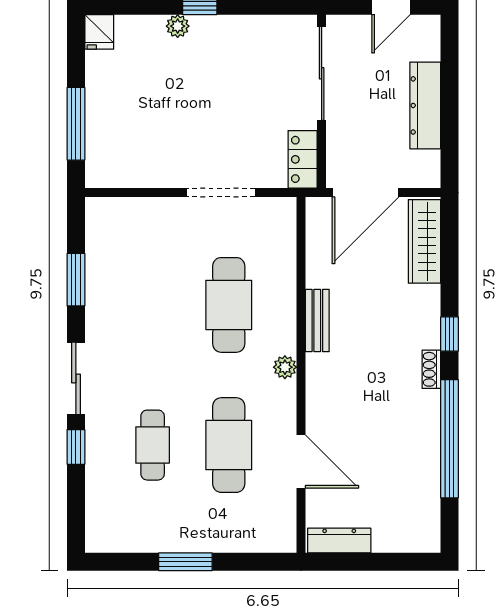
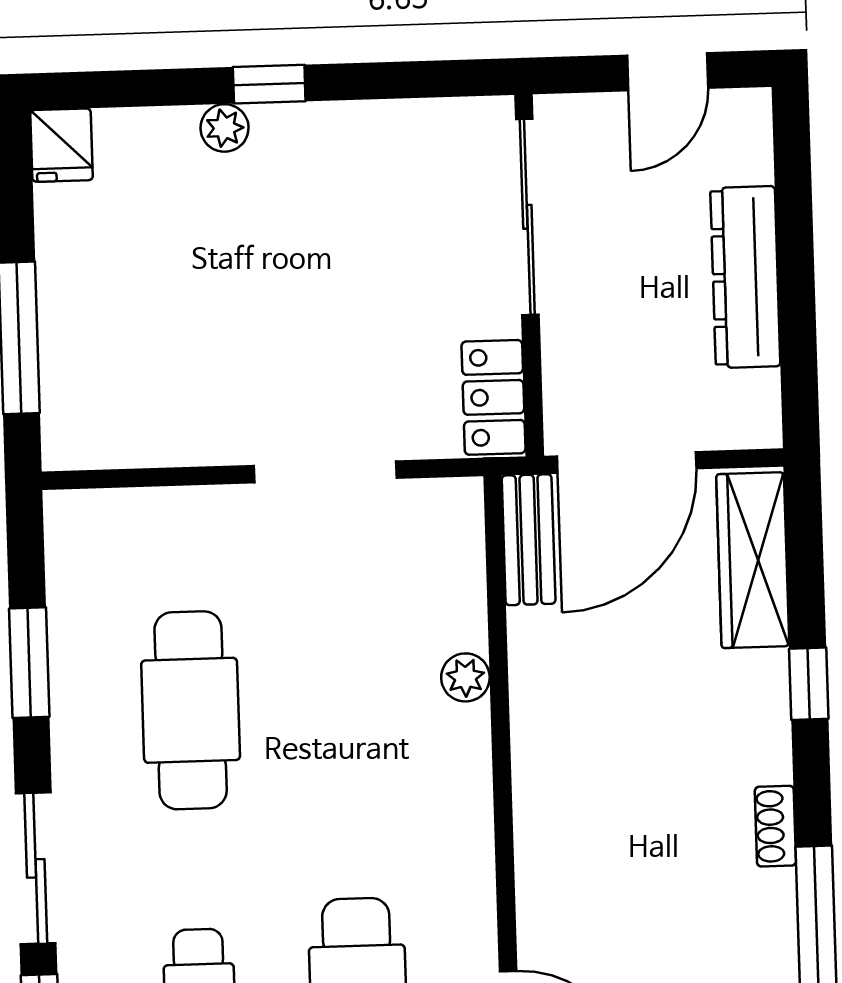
cafe table: (229, 305) -> (191, 710), moved
bench: (317, 320) -> (529, 540), moved
window: (450, 334) -> (809, 684), moved
plant: (285, 367) -> (465, 677), moved

